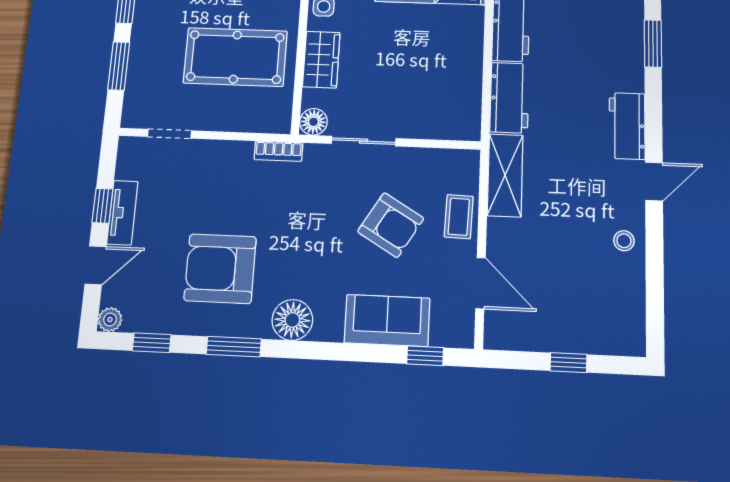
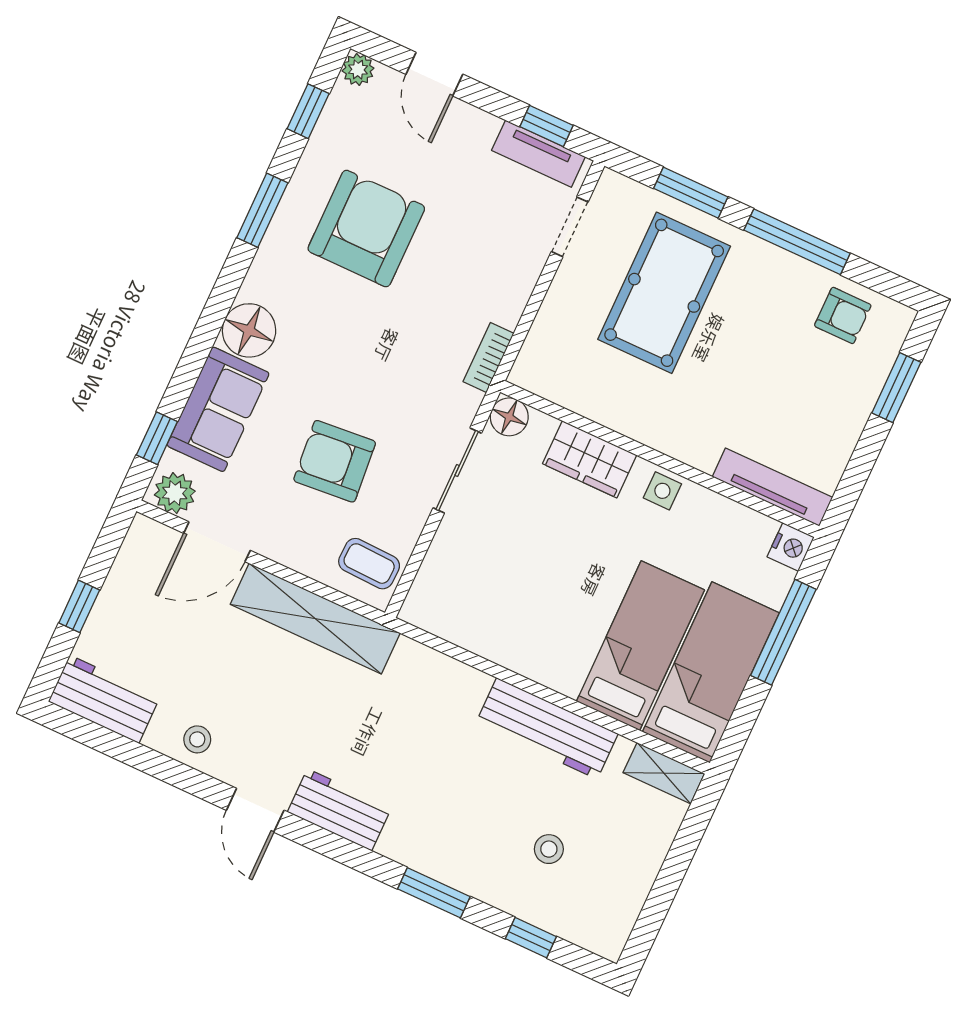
pool table: (235, 57) -> (664, 293), moved
workbench: (509, 98) -> (104, 699), moved, turned 180
shelving: (505, 175) -> (315, 619), width x1.47
window: (102, 206) -> (546, 126), moved
tv unit: (122, 213) -> (538, 154), moved
coffee table: (459, 217) -> (369, 564), moved
armchair: (391, 225) -> (335, 461), turned 54
floor lamp: (292, 320) -> (249, 330), moved
plant: (459, 327) -> (175, 493), added

